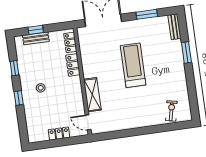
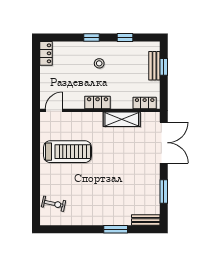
locker: (73, 65) -> (98, 102), moved
treadmill: (133, 65) -> (68, 152), moved
shelving: (92, 95) -> (122, 119), moved
locker: (59, 134) -> (46, 53), moved

